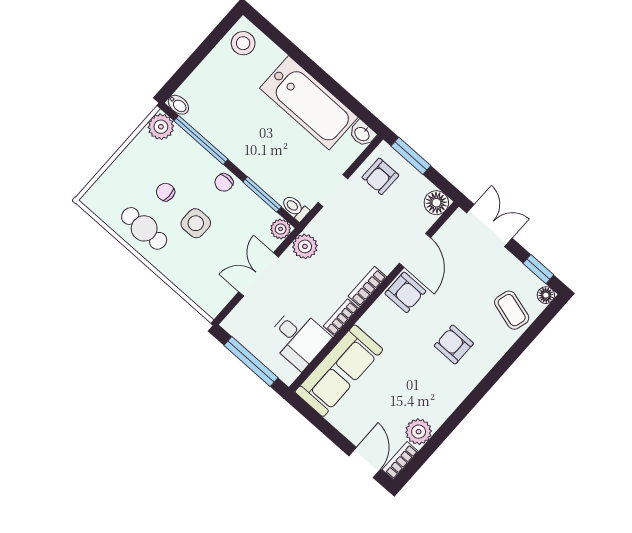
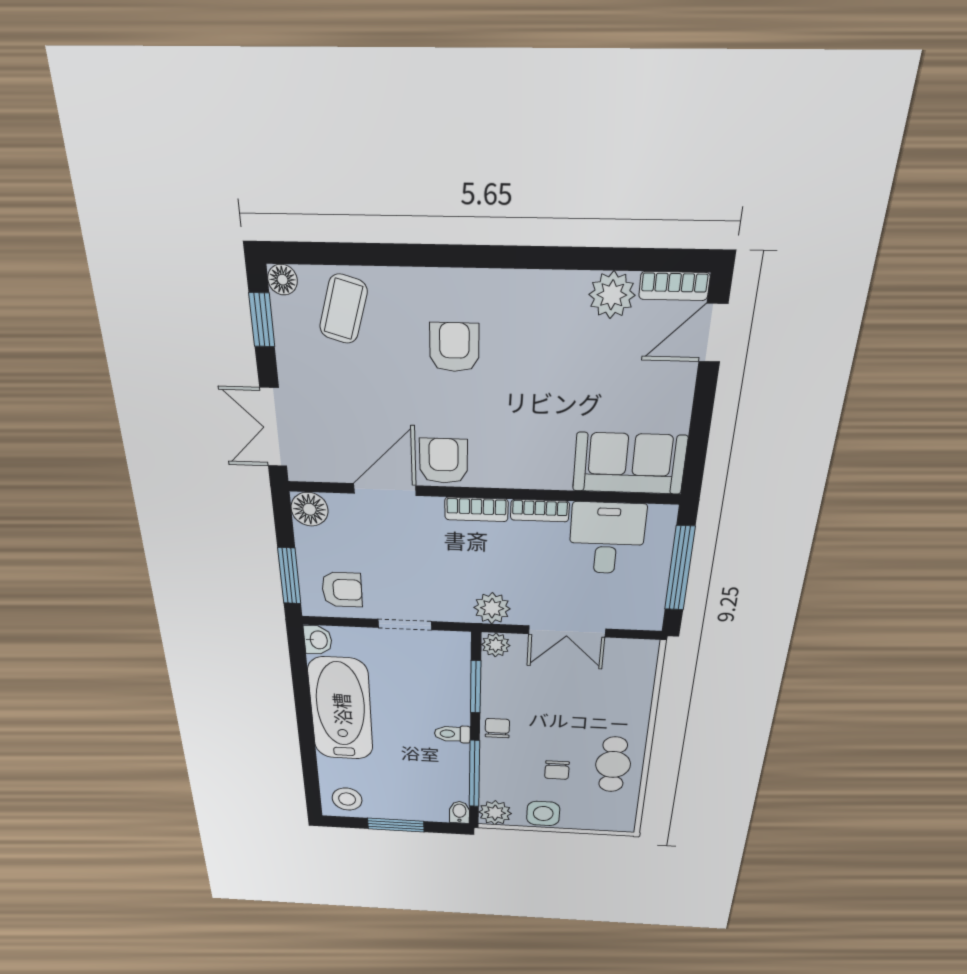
window: (199, 55) -> (396, 825), added
chair: (224, 182) -> (497, 728), turned -90
toilet: (295, 208) -> (452, 734), moved, turned 90
side table: (196, 223) -> (543, 814), moved
armchair: (454, 345) -> (454, 347), turned 180
sofa: (339, 371) -> (629, 463), width x0.73

